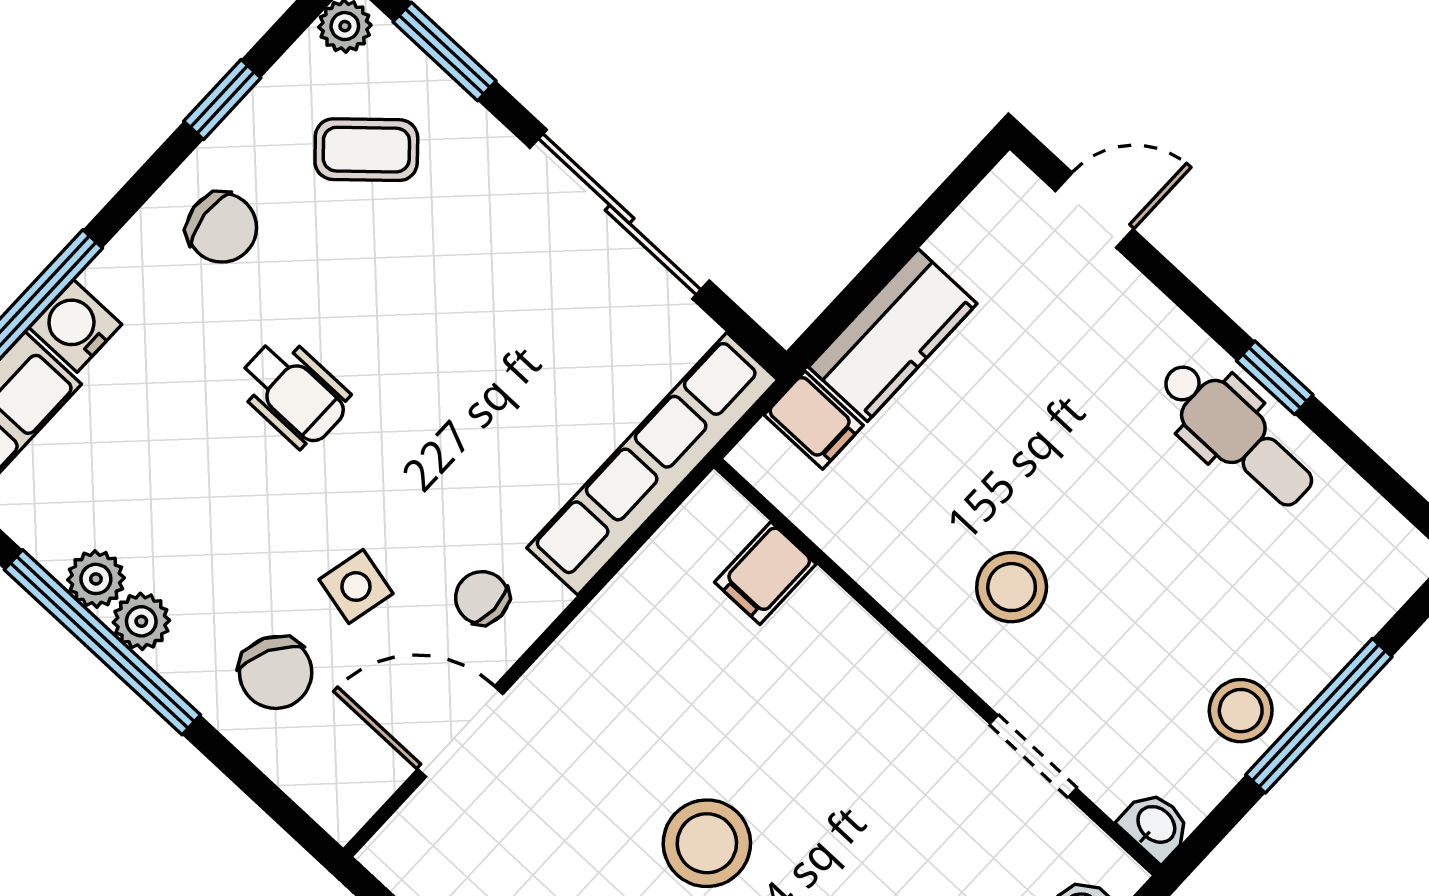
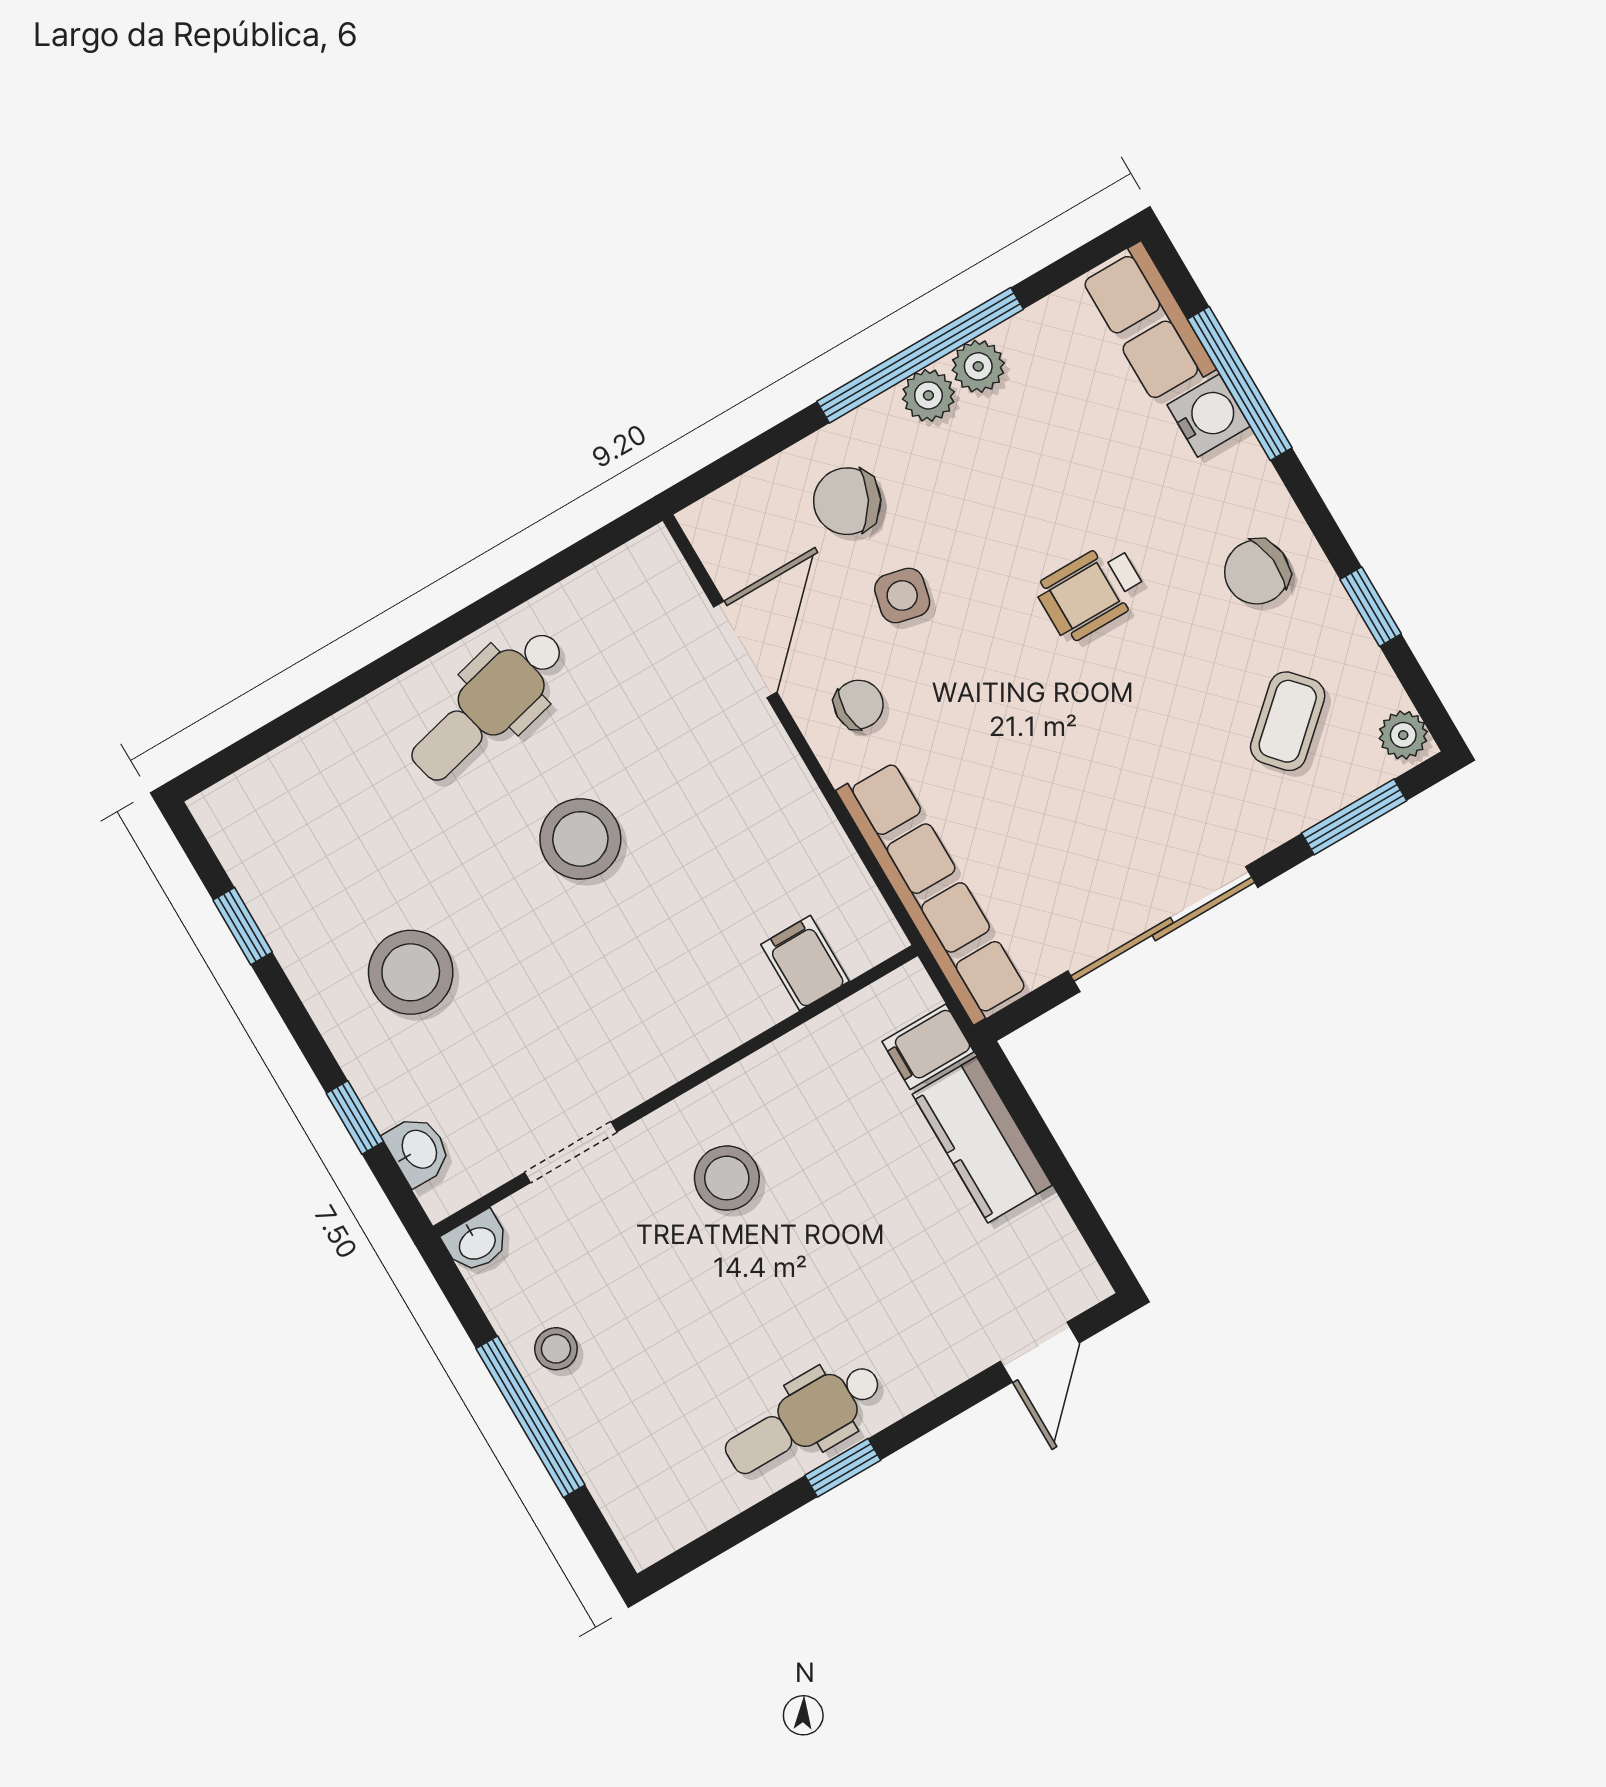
stool: (1241, 711) -> (556, 1349), width x0.73, depth x0.73

